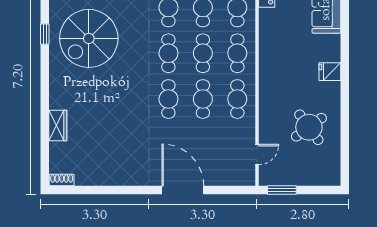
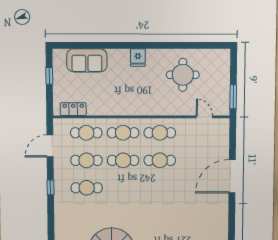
cafe table: (168, 53) -> (123, 188), removed
cafe table: (168, 99) -> (160, 188), removed
round table: (309, 127) -> (183, 75), turned 36

